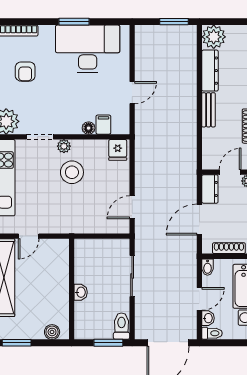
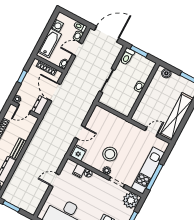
door: (132, 207) -> (80, 132), moved
door: (199, 220) -> (54, 92), swing flipped

